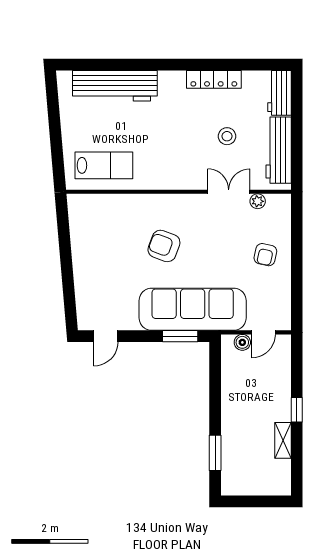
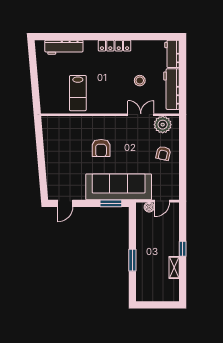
locker: (214, 79) -> (115, 46), moved
workbench: (115, 86) -> (64, 47), width x0.73, depth x0.76
lab bench: (104, 165) -> (78, 93), moved, turned 90
plant: (258, 201) -> (163, 125), width x1.88, depth x1.88
armchair: (164, 246) -> (101, 148), turned -110
window: (215, 453) -> (132, 260), moved

